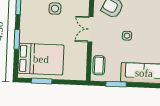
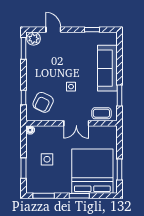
double door: (90, 29) -> (76, 123), moved
bed: (41, 59) -> (92, 171), width x1.36

